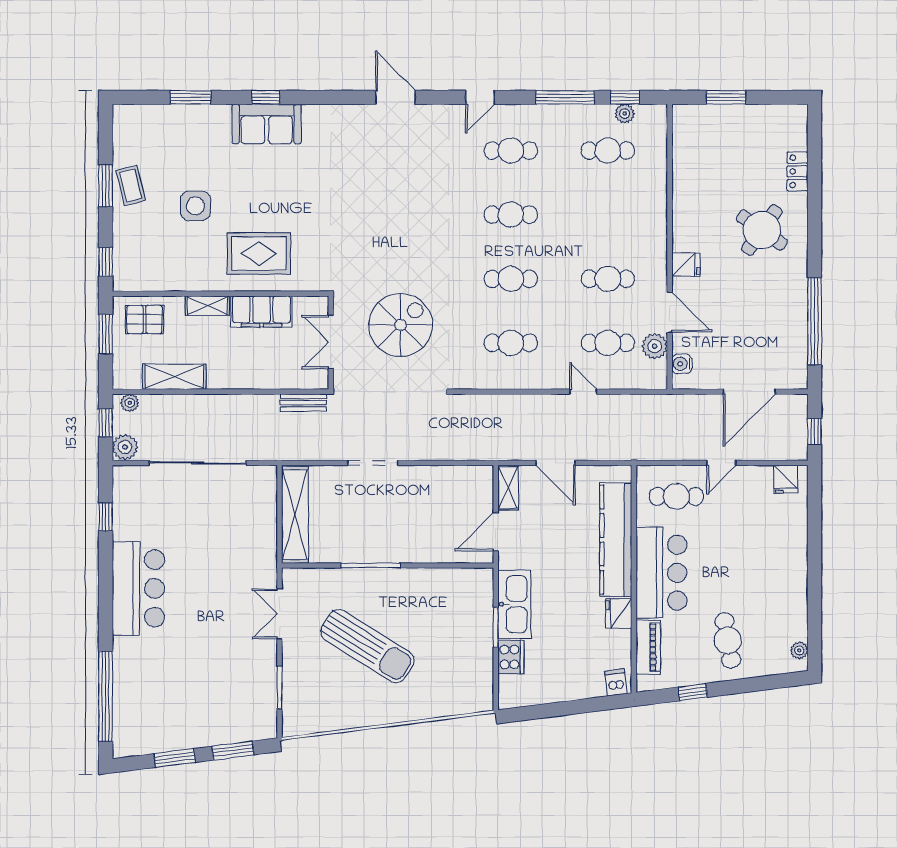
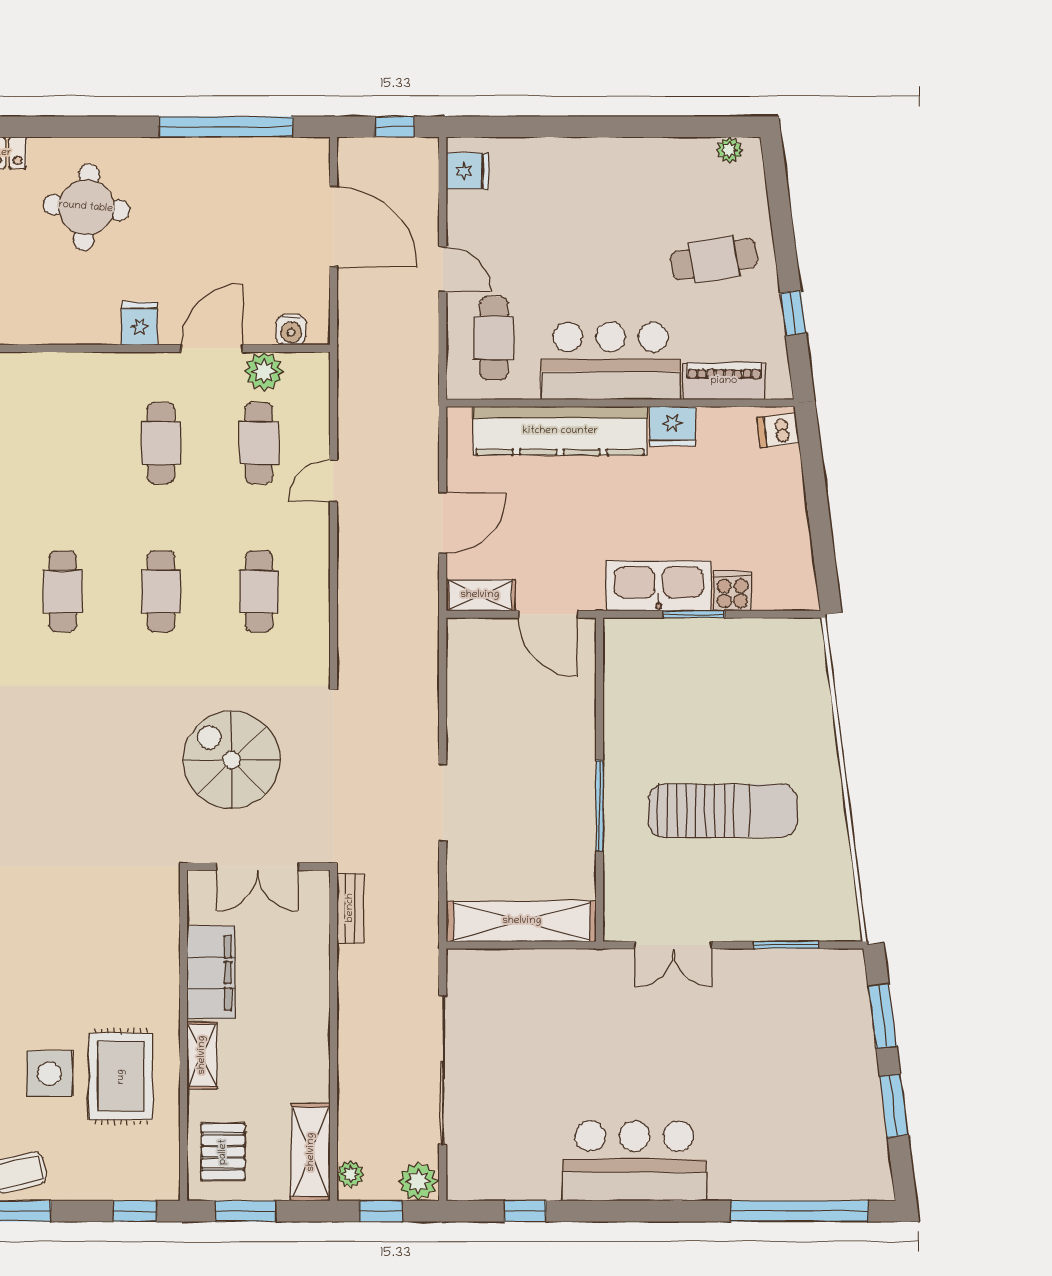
round table: (762, 230) -> (86, 207), turned -30
rug: (259, 254) -> (121, 1077), moved
shelving: (174, 377) -> (311, 1152), moved
sun lounger: (367, 646) -> (723, 811), turned 58
cooker: (511, 657) -> (733, 591), width x0.73

